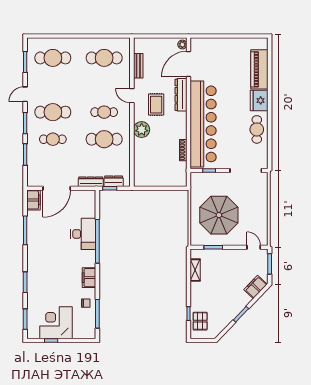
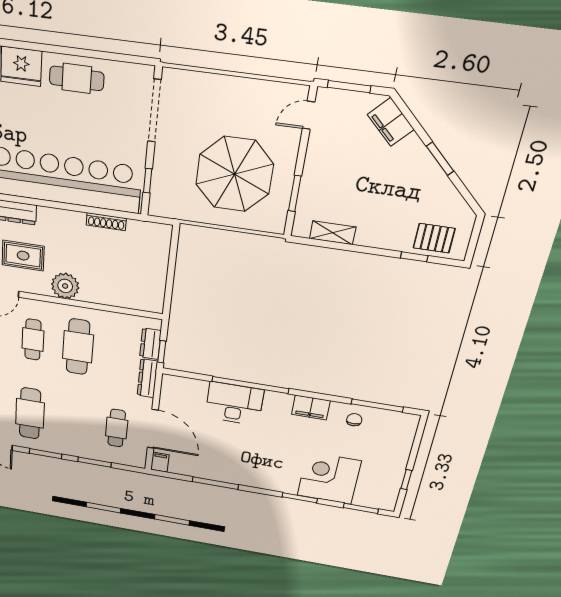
cafe table: (53, 139) -> (117, 428), moved
filing cabinet: (34, 200) -> (160, 462), width x0.50
corner desk: (56, 323) -> (329, 478), moved, turned 90

